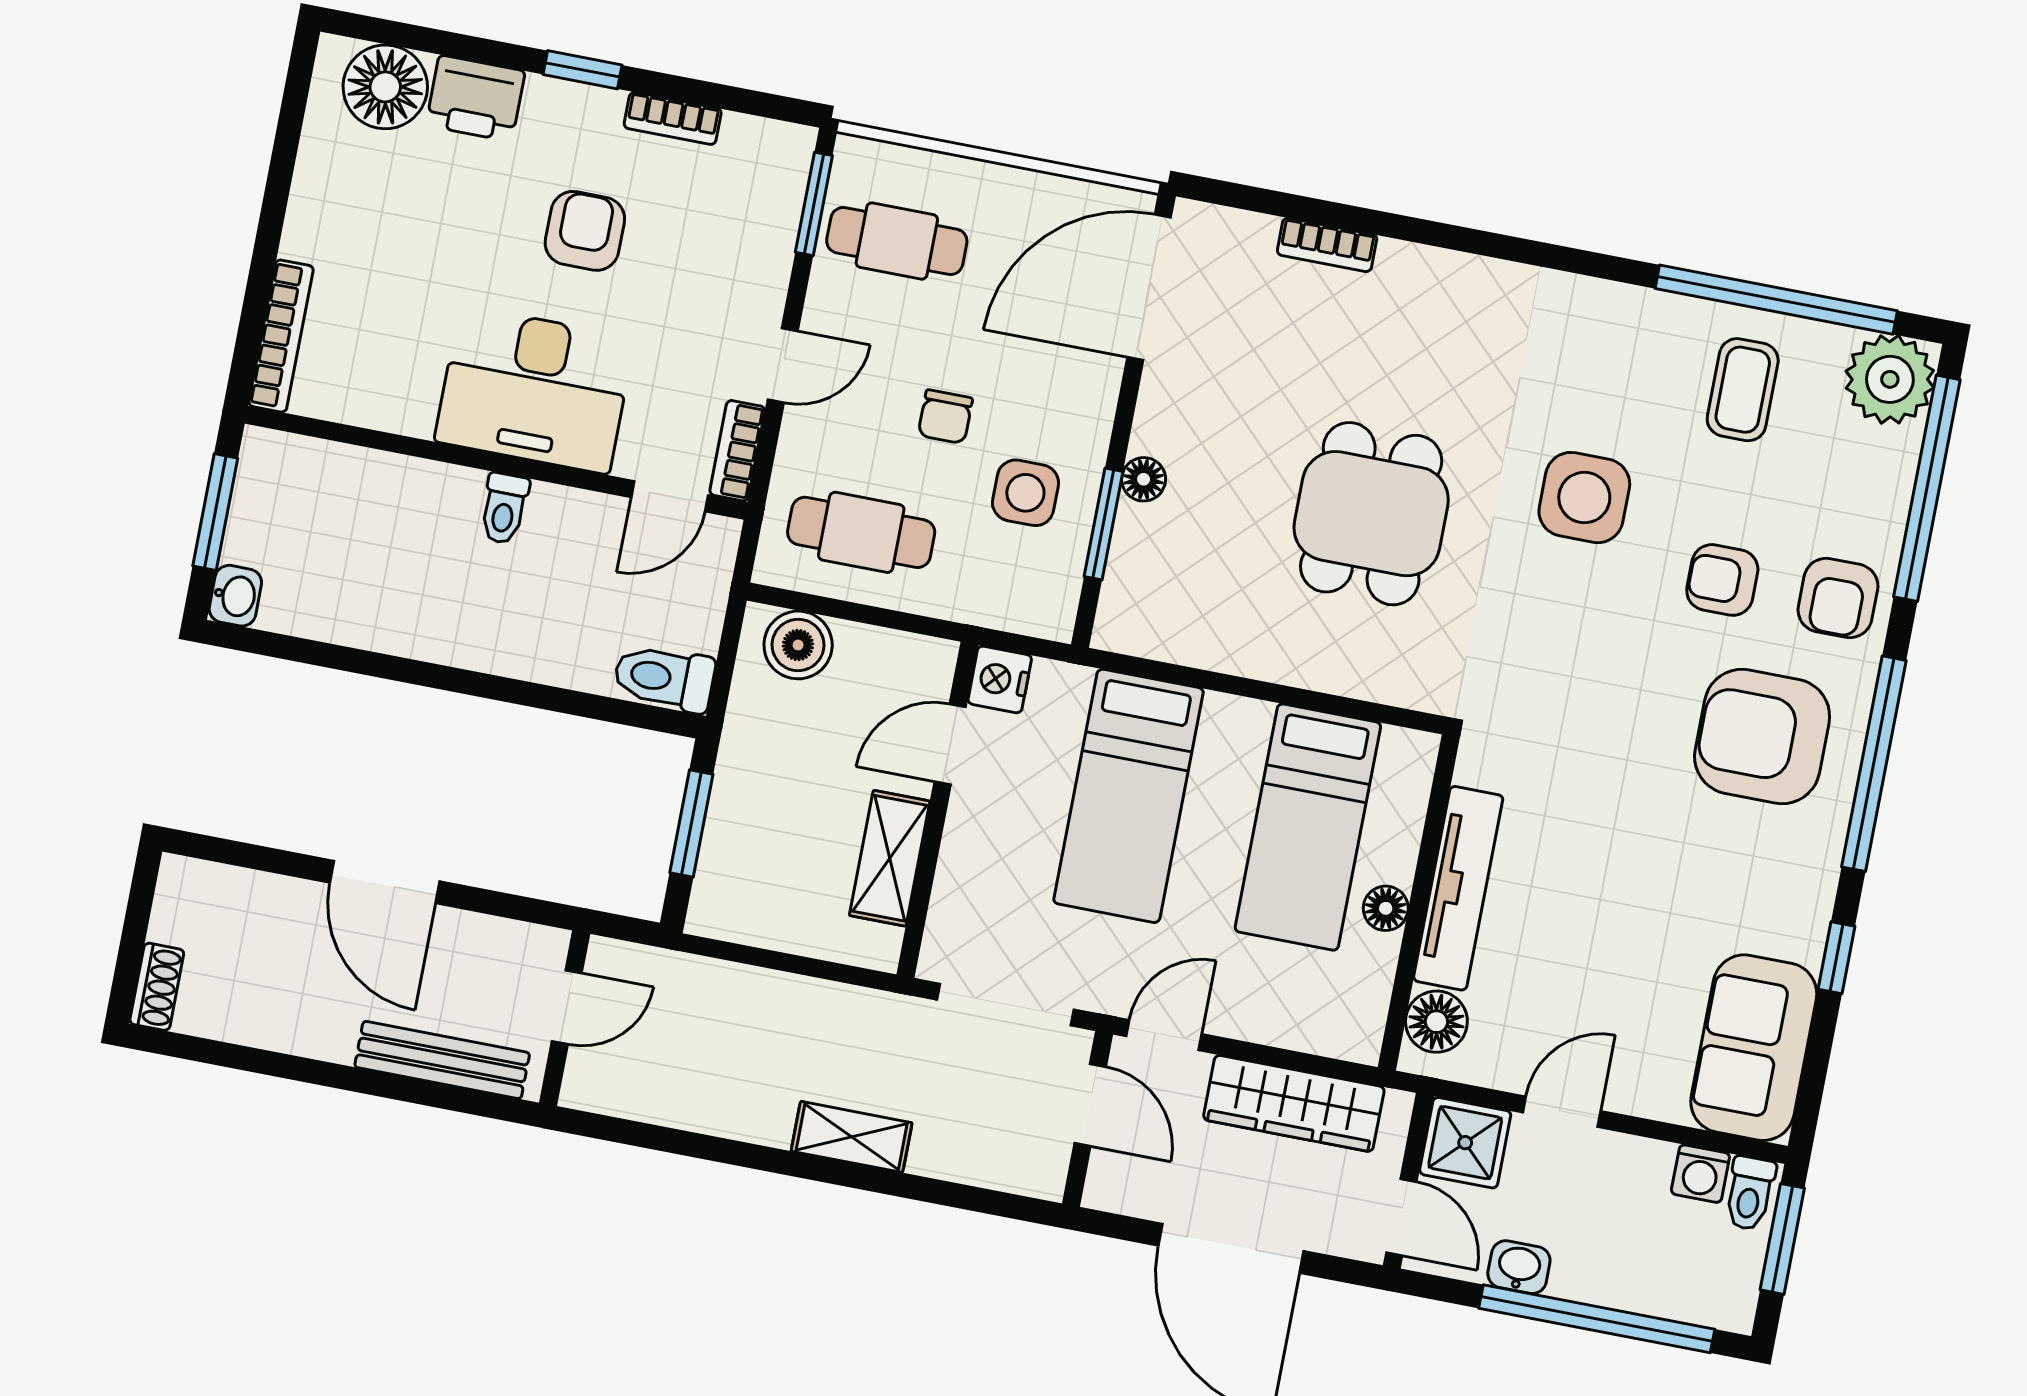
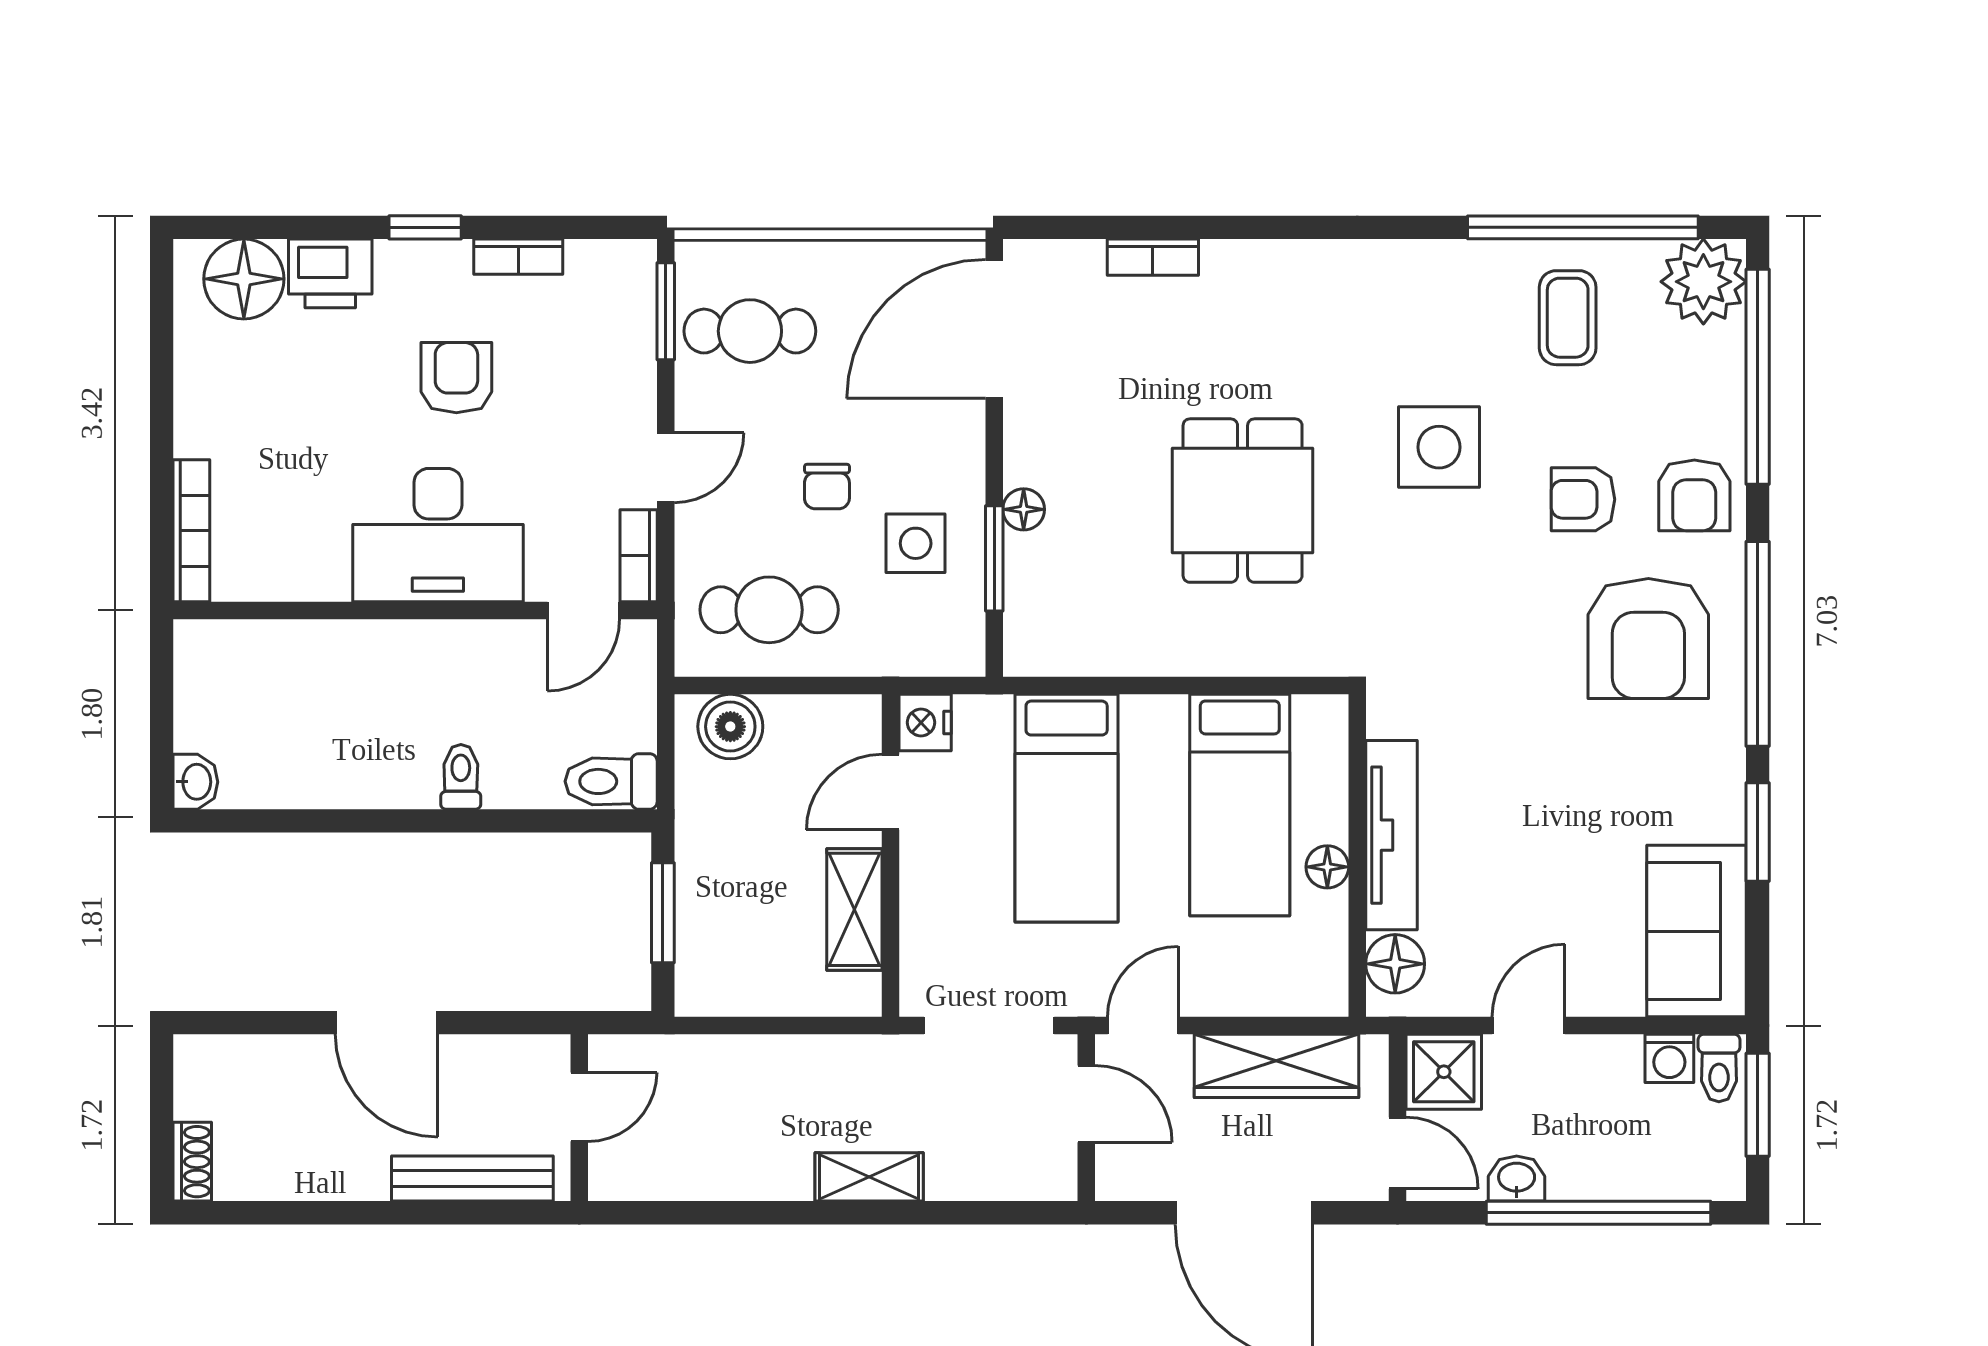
toilet: (504, 508) -> (461, 777), moved, turned 180
window: (215, 512) -> (162, 707), removed
armchair: (1762, 736) -> (1648, 639), turned -90
window: (1836, 958) -> (1758, 832), width x1.50

